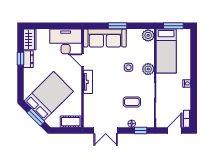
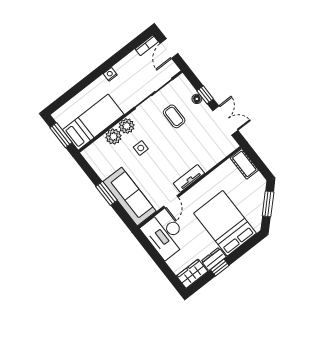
plant: (148, 35) -> (113, 137), moved
bed: (49, 96) -> (225, 223), moved, turned 45
window: (141, 130) -> (205, 95), moved
door: (175, 130) -> (169, 49), hinge flipped

